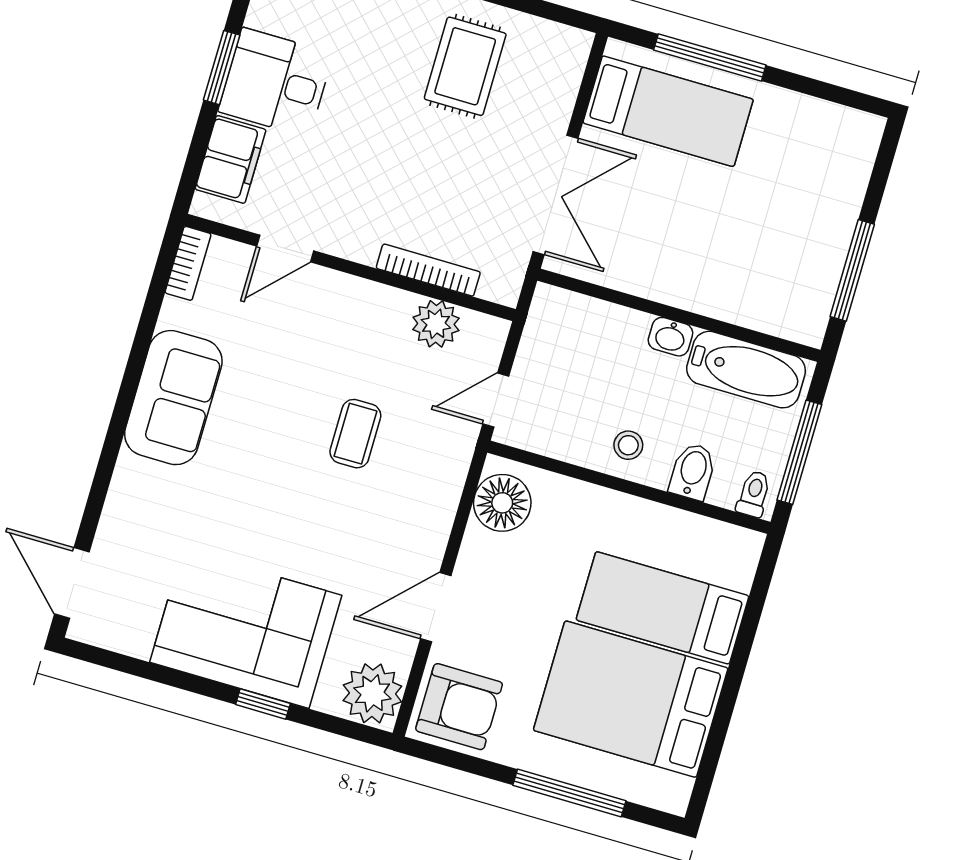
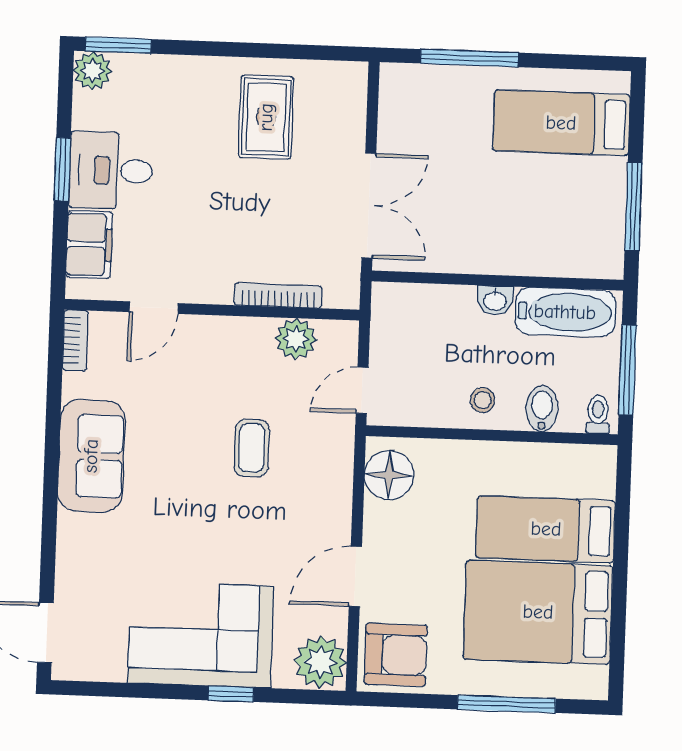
bed: (668, 111) -> (561, 123), moved, turned 180

